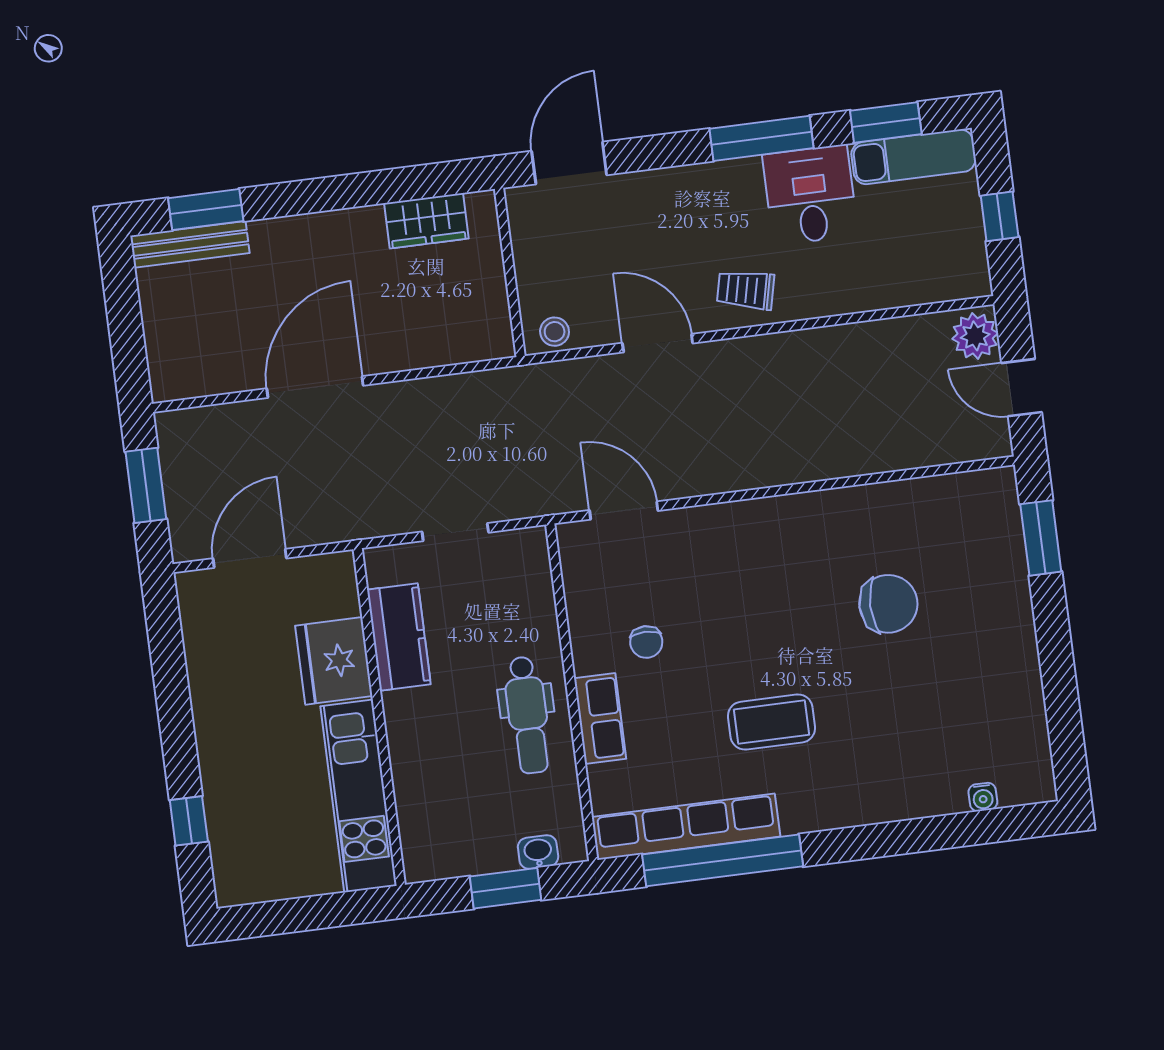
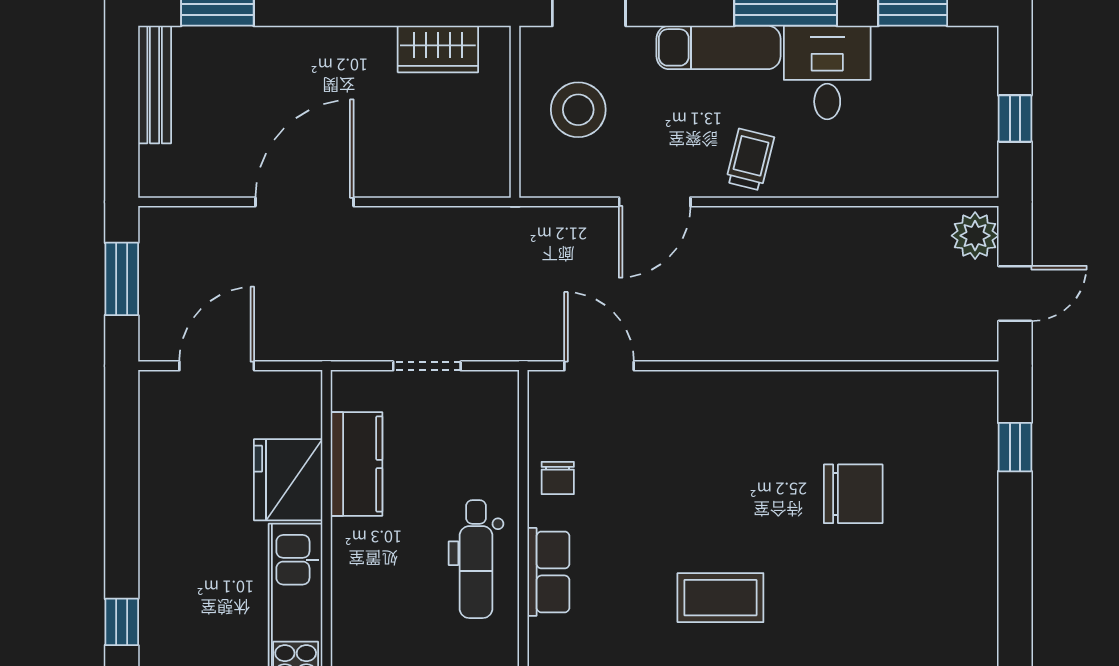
exam couch: (913, 157) -> (718, 47), moved
bench: (190, 244) -> (155, 85), moved, turned 90
trolley: (746, 290) -> (750, 160), turned 91
stool: (555, 332) -> (578, 110), moved, width x1.89, depth x1.89
door: (658, 343) -> (655, 202), swing flipped
door: (1022, 388) -> (1015, 293), swing flipped
window: (1041, 538) -> (1015, 447), width x0.67
chair: (646, 642) -> (558, 478), moved

